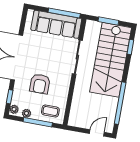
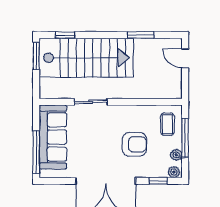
window: (64, 13) -> (36, 152), moved
window: (108, 21) -> (36, 56), moved
sliding door: (77, 57) -> (91, 102), width x0.73
window: (120, 103) -> (141, 35), width x0.47

